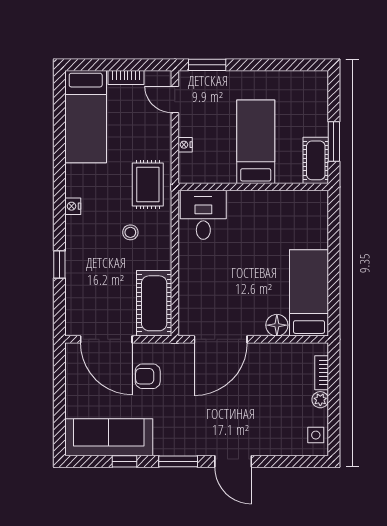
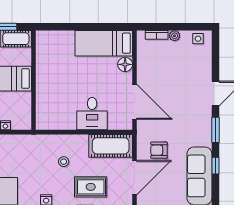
rug: (148, 184) -> (91, 187), moved
desk: (203, 215) -> (92, 114), moved, turned -90
armchair: (148, 376) -> (159, 150), turned 90

